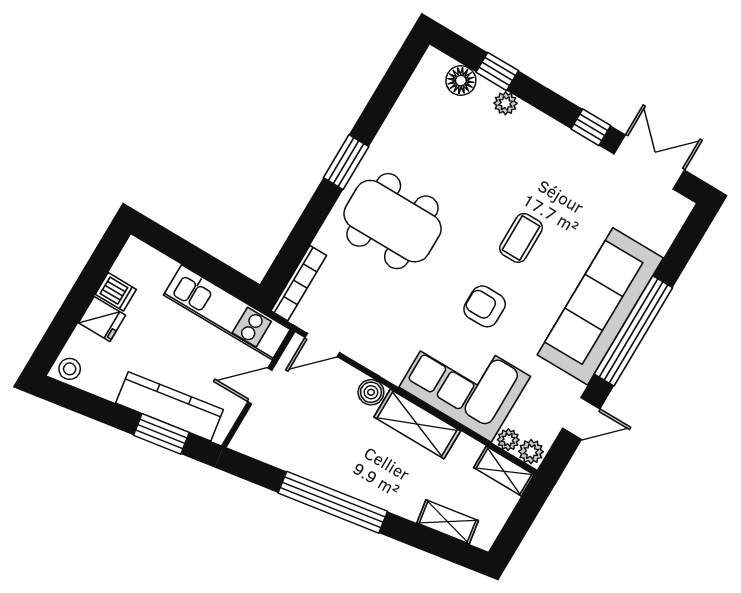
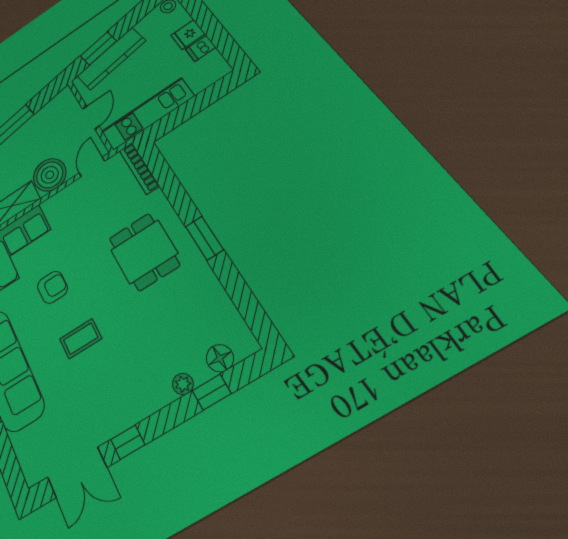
dining table: (393, 221) -> (144, 252), width x0.73
coffee table: (521, 238) -> (81, 339), turned 90
boiler: (371, 392) -> (50, 175), width x1.86, depth x1.86

